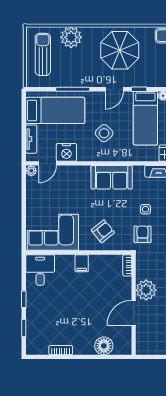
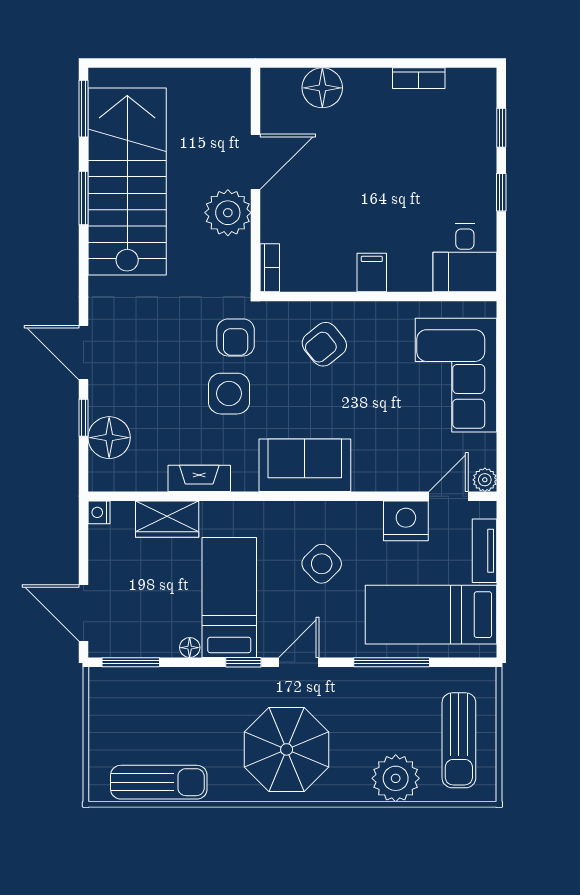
side table: (145, 209) -> (229, 394), width x1.87, depth x1.87
corner sofa: (53, 232) -> (456, 375), moved, turned 90

